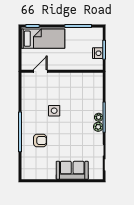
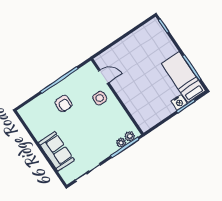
bed: (43, 39) -> (183, 77), moved, turned 180
door: (40, 71) -> (104, 77), moved
wall: (62, 71) -> (117, 97), moved
plant: (98, 127) -> (130, 136), moved

